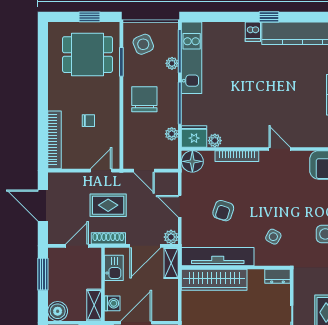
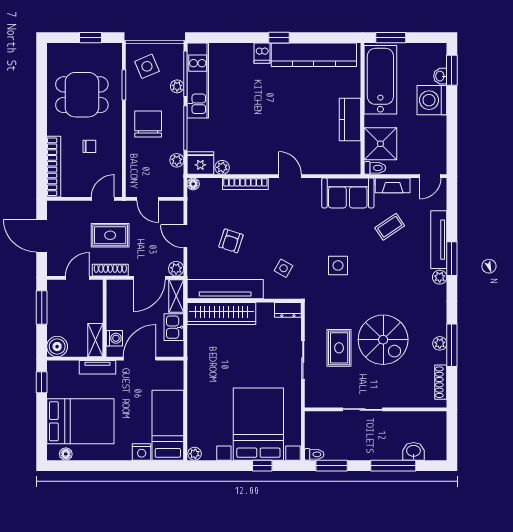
dining table: (87, 55) -> (82, 95), moved
floor lamp: (192, 161) -> (193, 184), width x0.53, depth x0.53
kitchen sink: (114, 268) -> (174, 327), moved, turned 180

